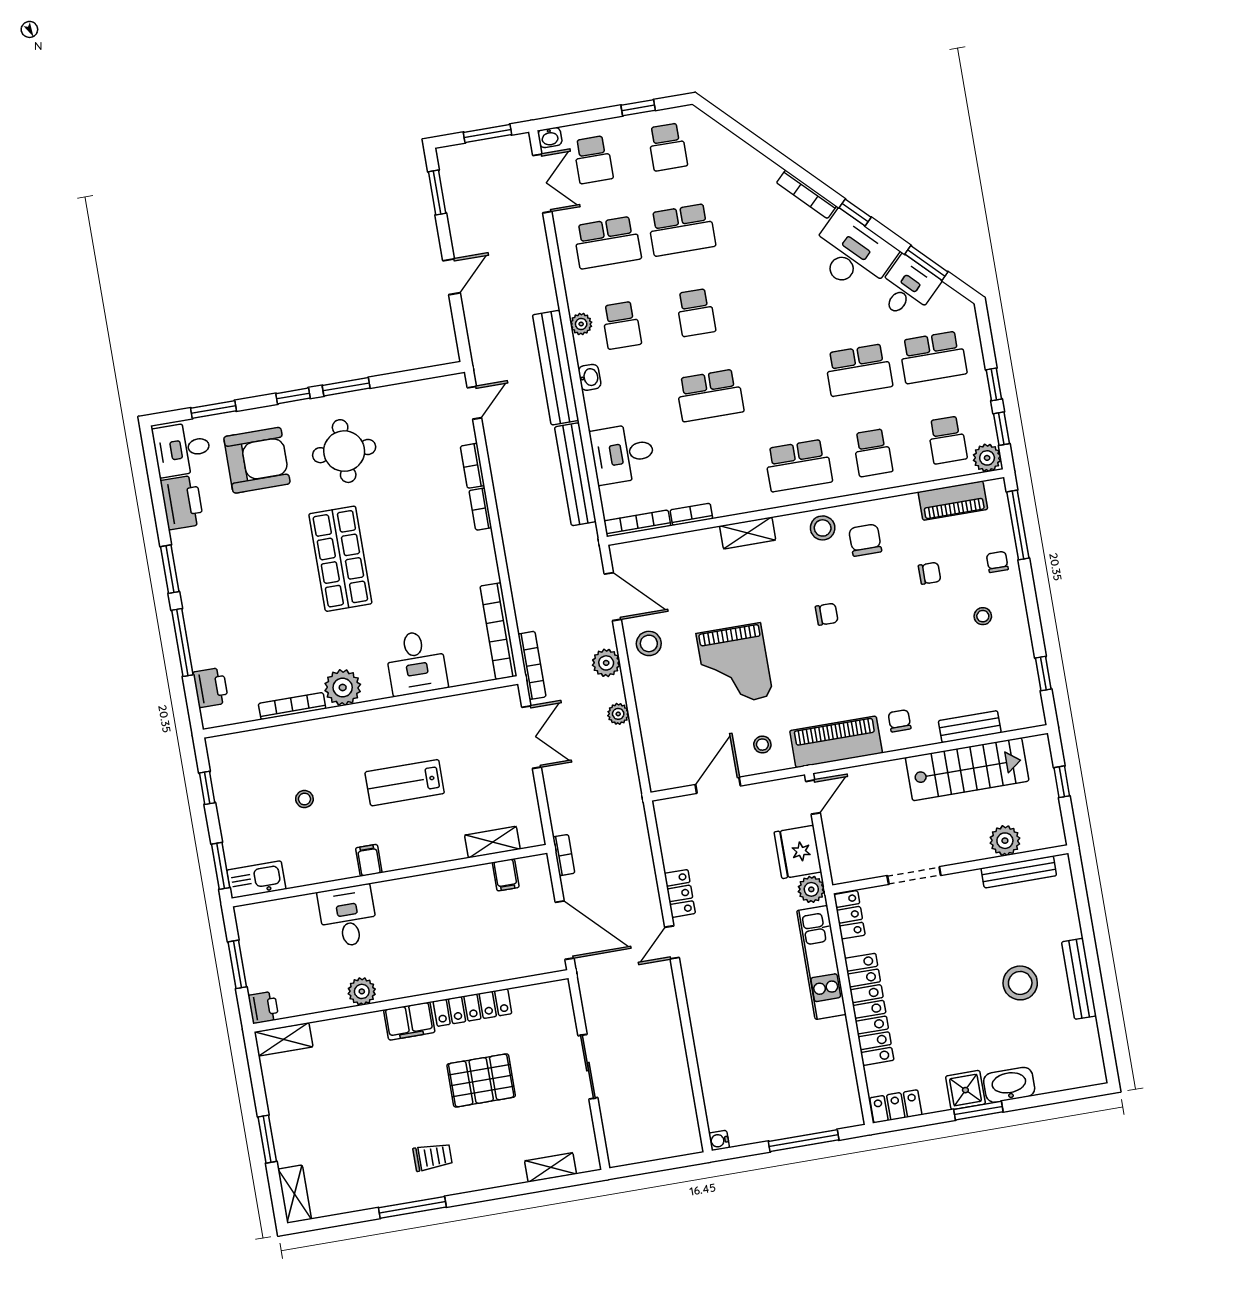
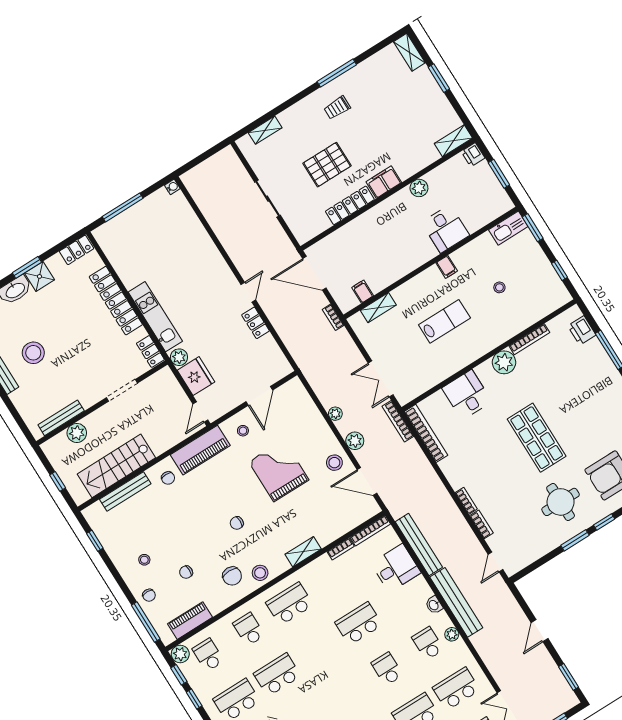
bench: (970, 727) -> (125, 492), width x1.36

